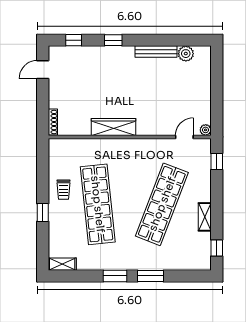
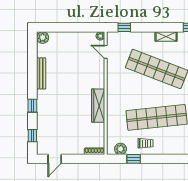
plant: (186, 54) -> (43, 38), moved
door: (43, 70) -> (55, 159), hinge flipped
plant: (56, 157) -> (121, 149), added
window: (43, 212) -> (134, 159), moved

